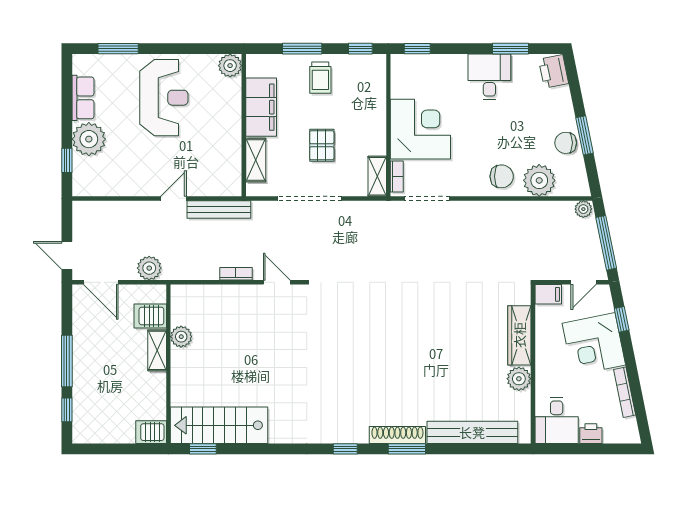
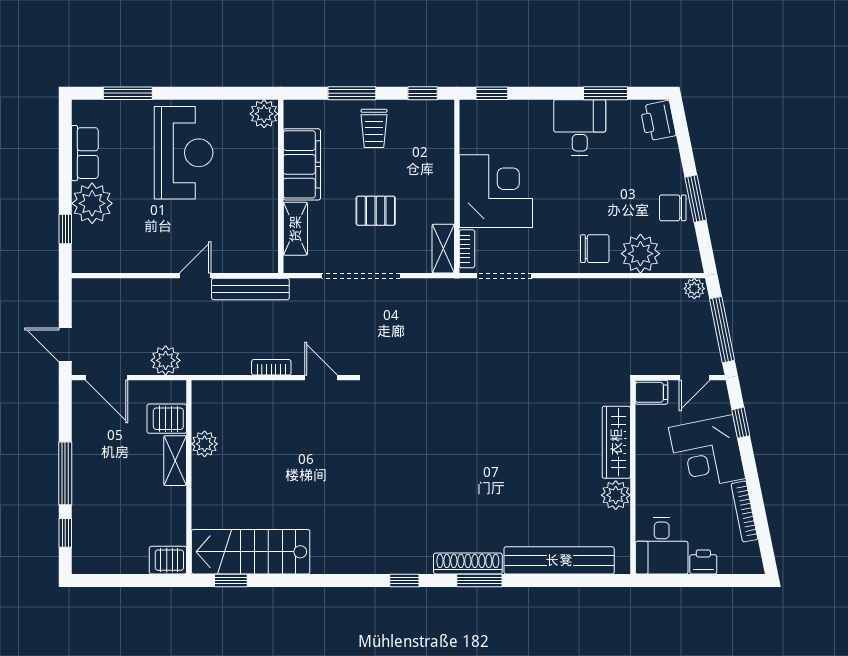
pallet: (322, 145) -> (376, 211), turned 90

